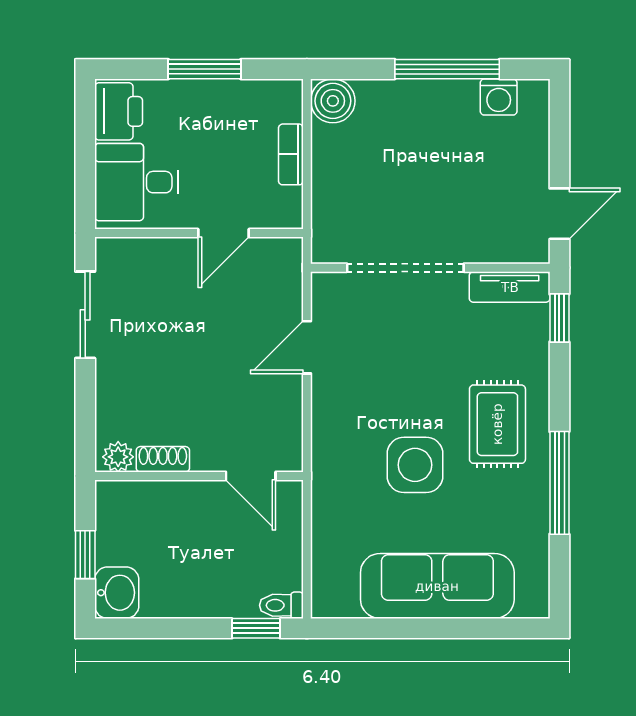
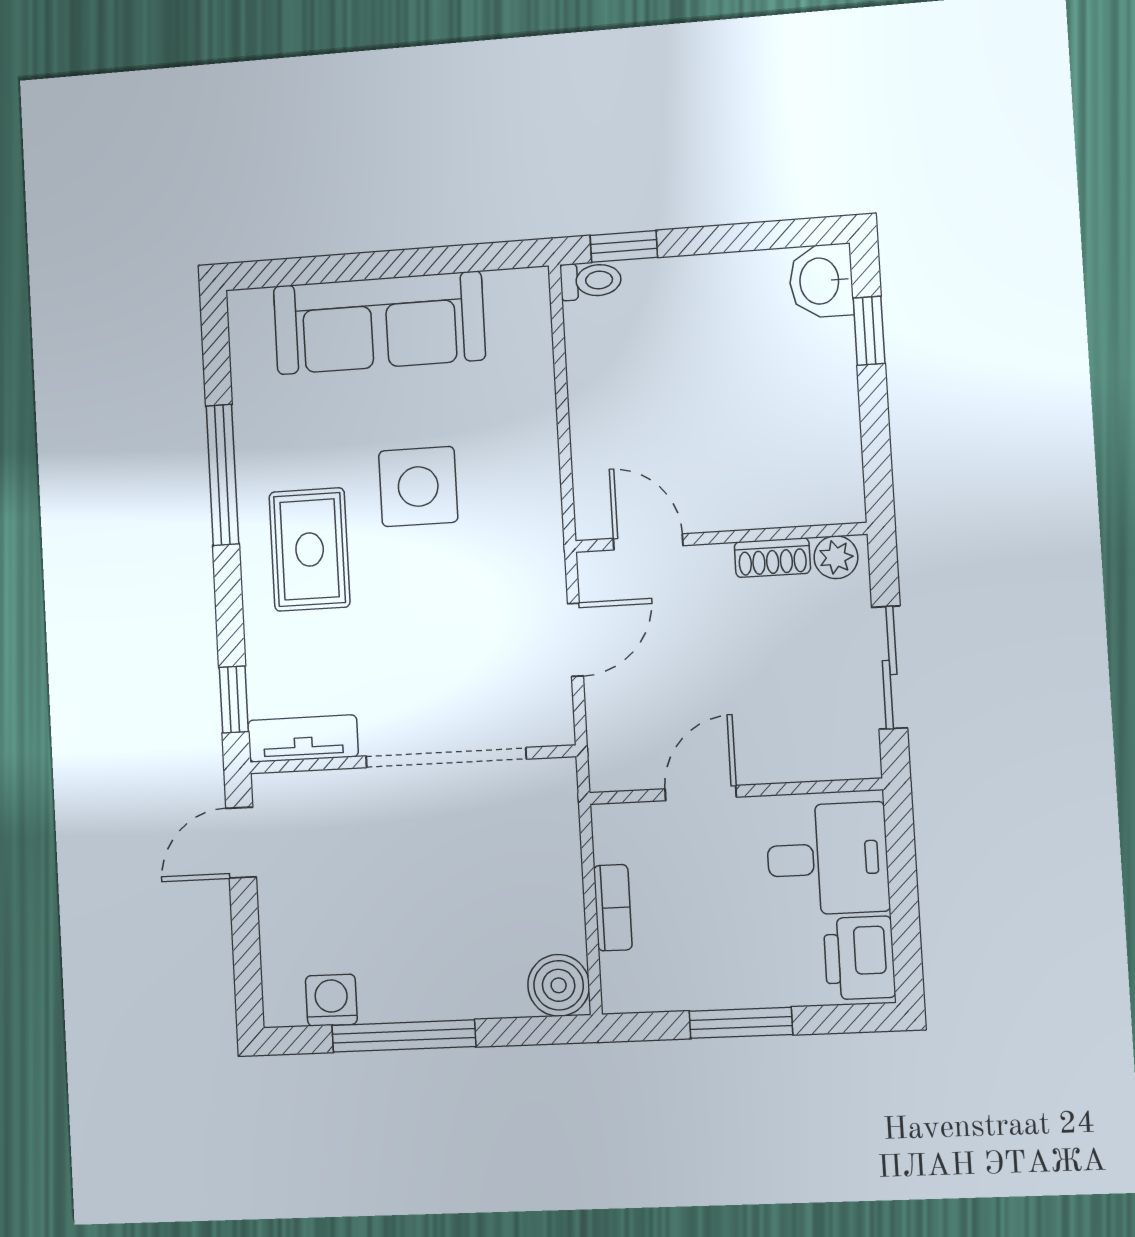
plant: (118, 457) -> (836, 557), moved
shoe rack: (163, 459) -> (772, 558), moved
wall: (199, 476) -> (720, 537), moved
door: (251, 476) -> (648, 542), moved

